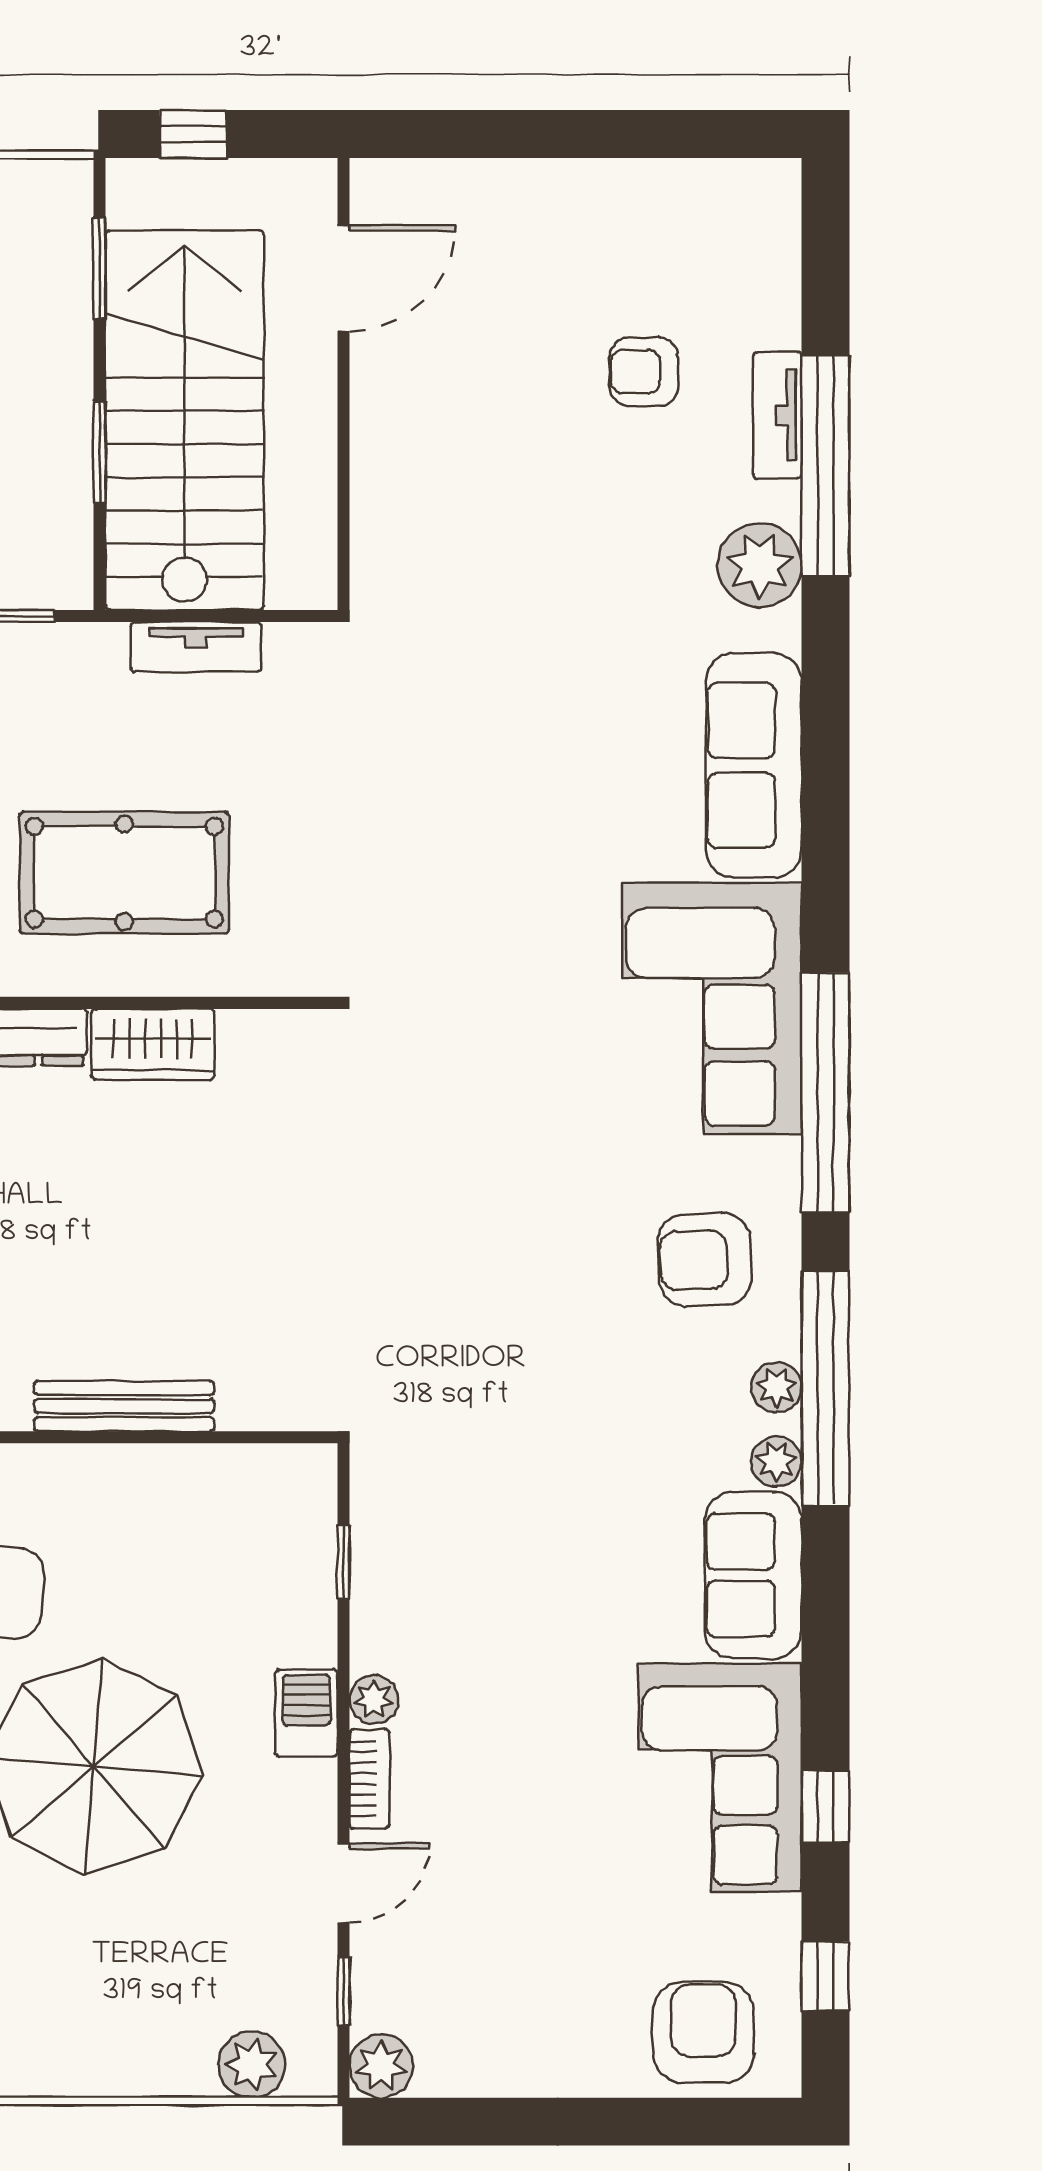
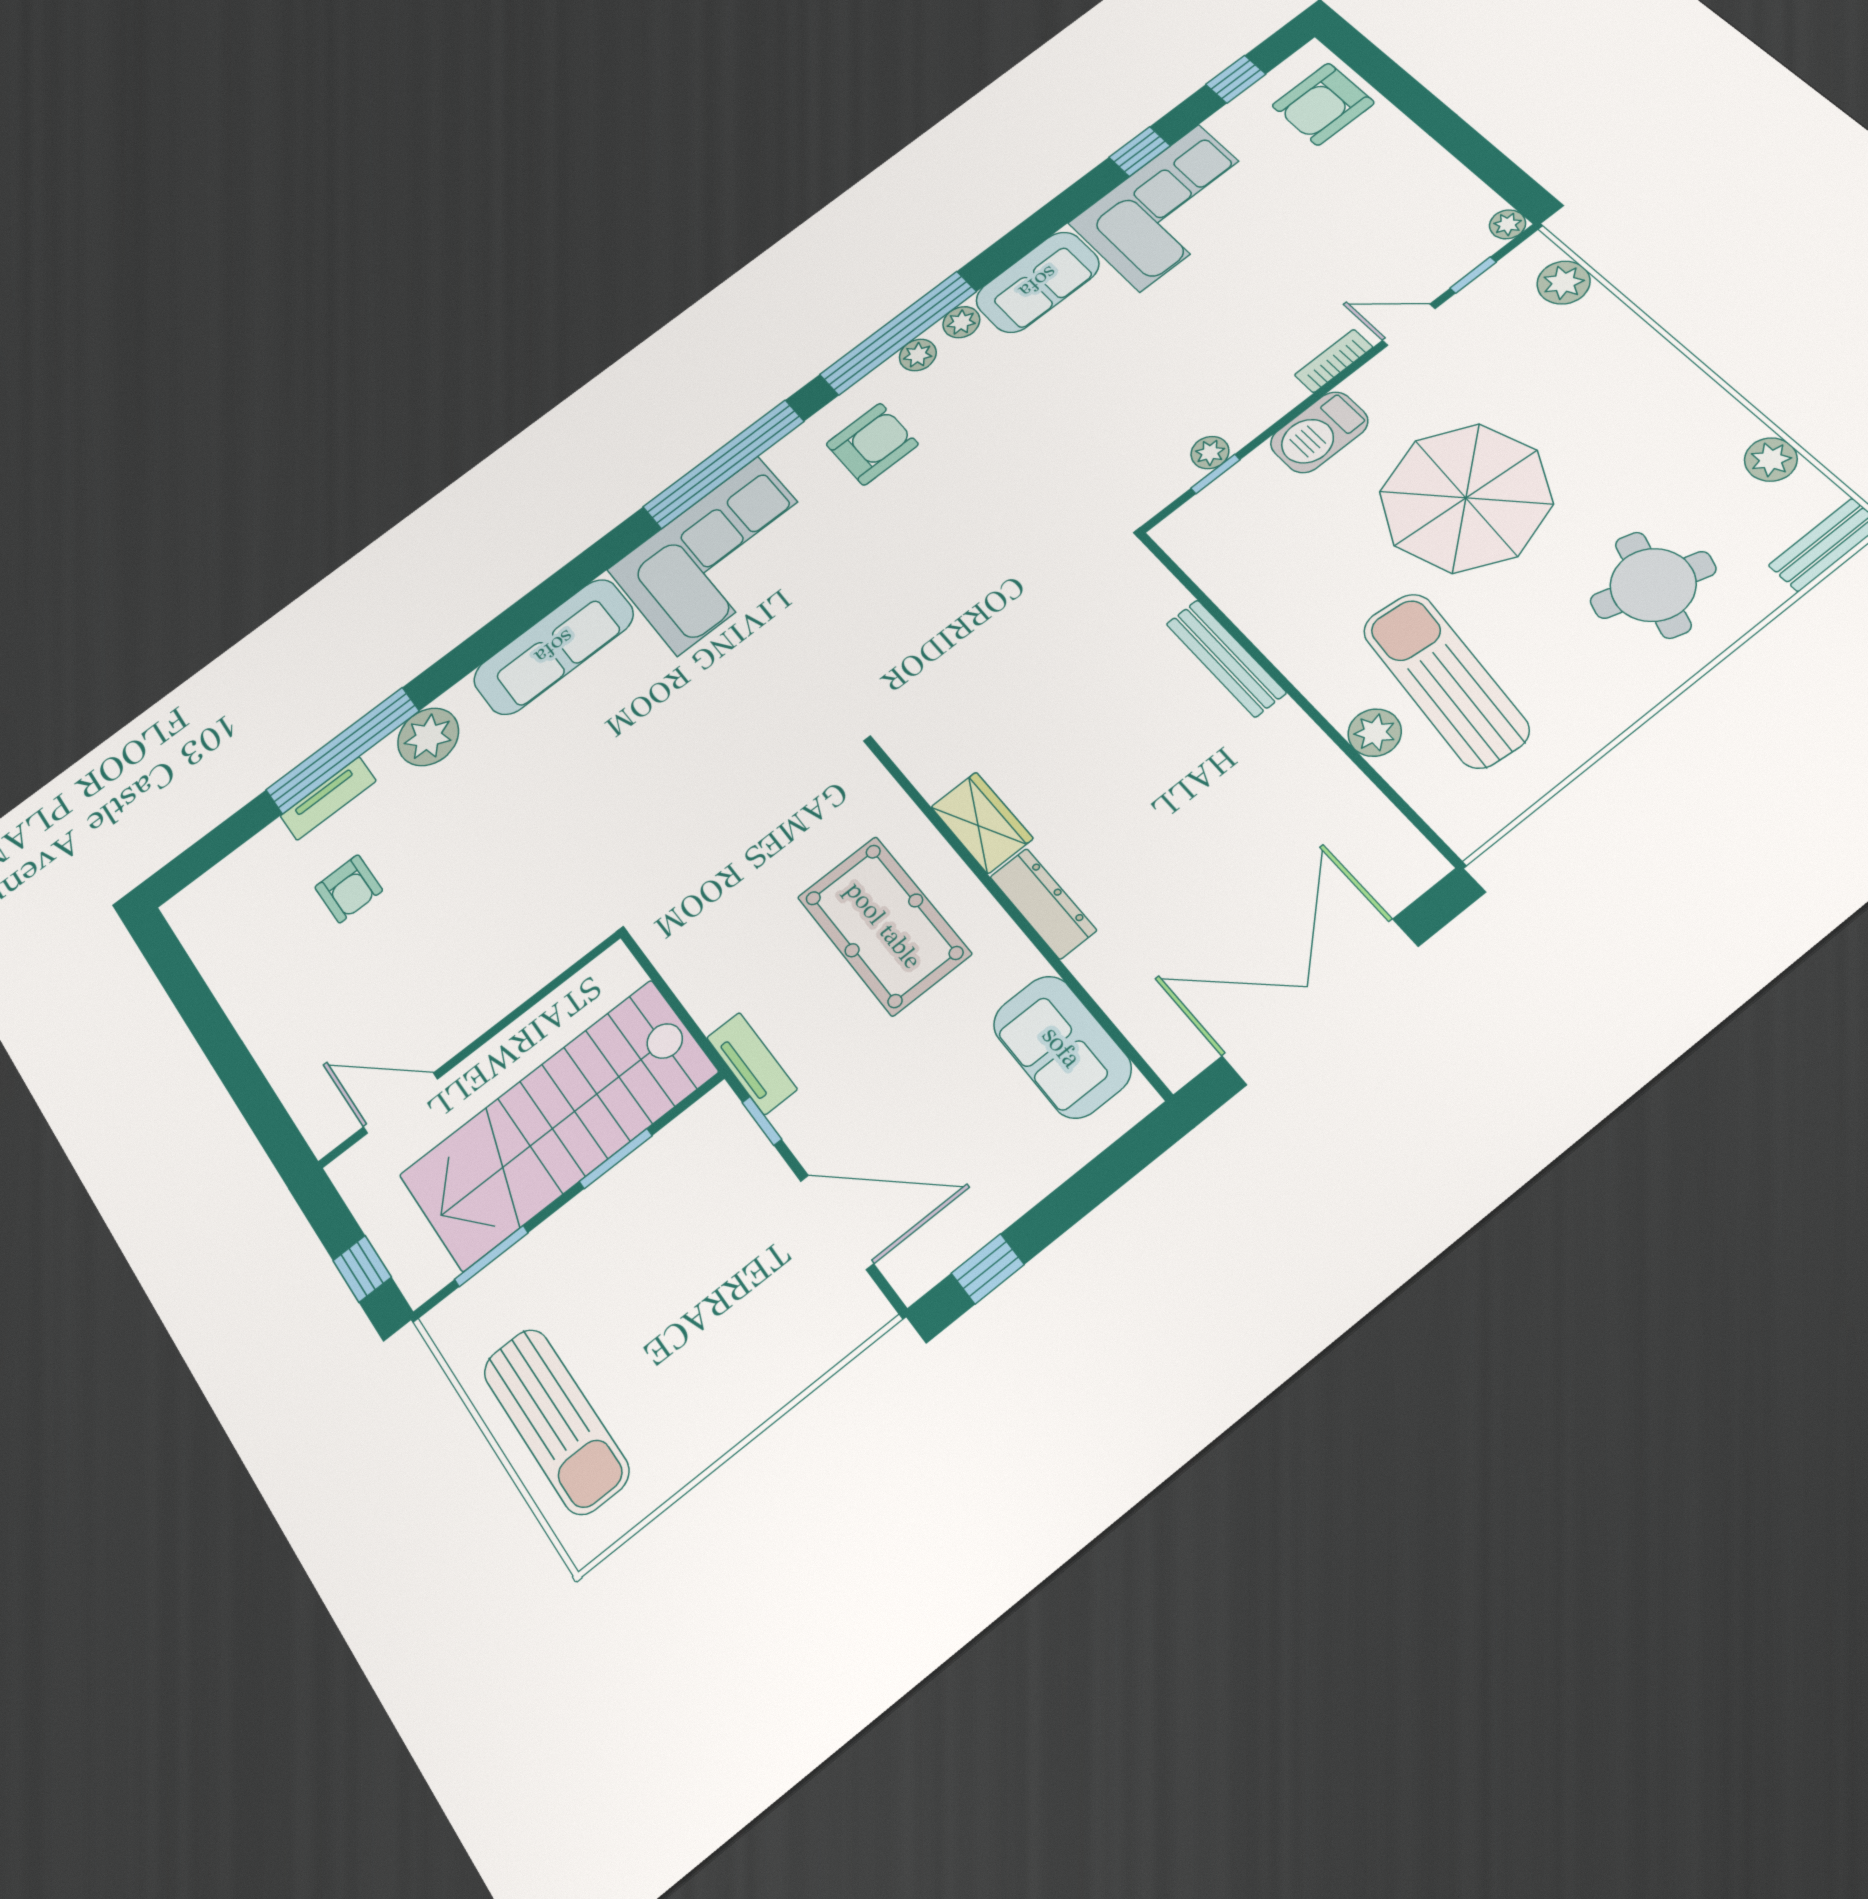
tv unit: (196, 647) -> (752, 1063), moved
armchair: (705, 1260) -> (872, 444), turned -88
plant: (374, 1699) -> (1210, 453), moved
barbecue: (306, 1713) -> (1319, 432), width x1.38, depth x1.27
plant: (381, 2066) -> (1508, 224), width x0.73, depth x0.73

